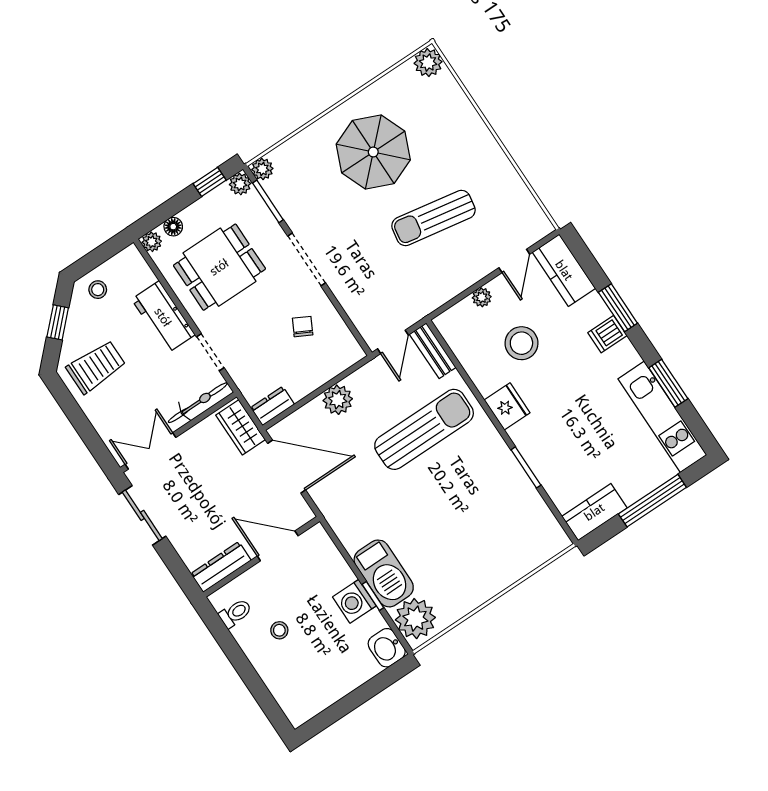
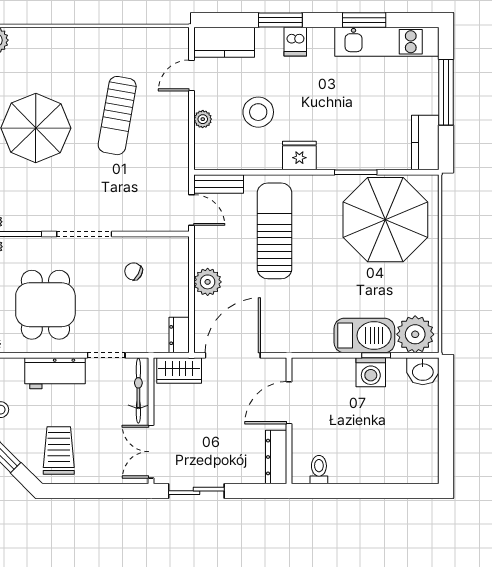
door: (514, 261) -> (191, 76), swing flipped
parasol: (501, 523) -> (385, 220), added
stool: (279, 630) -> (355, 445), removed

